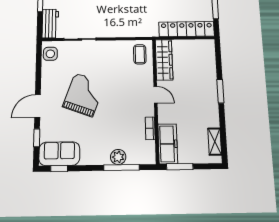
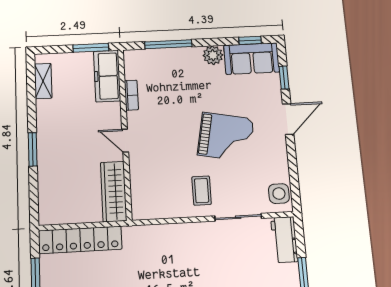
coffee table: (140, 54) -> (202, 191), moved
grand piano: (84, 95) -> (226, 137), turned -99
plant: (118, 157) -> (213, 55), moved

